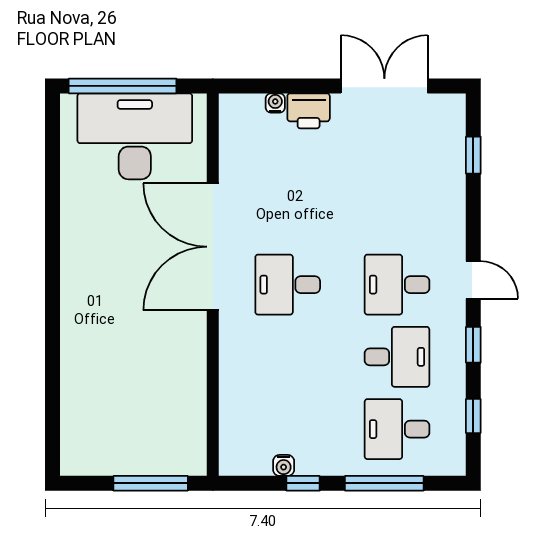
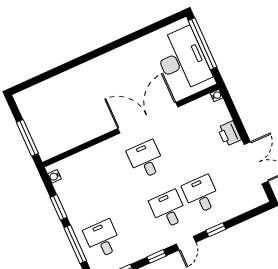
water cooler: (275, 103) -> (216, 95), moved
window: (473, 155) -> (216, 230), moved
desk: (397, 357) -> (201, 195), moved, turned 180
water cooler: (284, 465) -> (54, 176), moved
window: (303, 483) -> (59, 207), width x1.50

